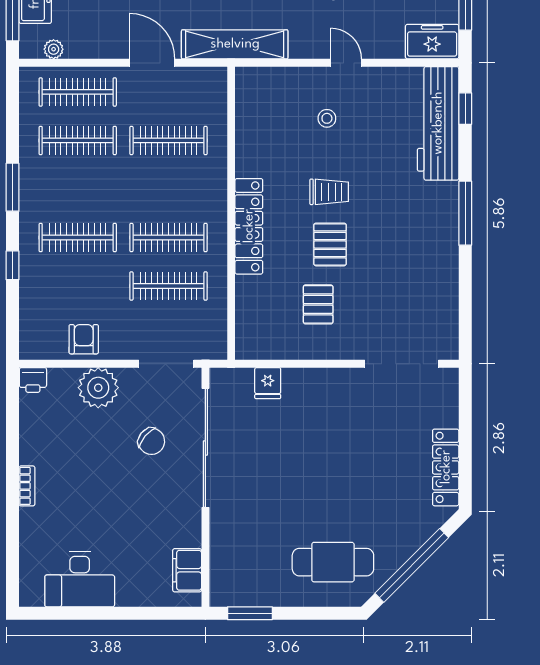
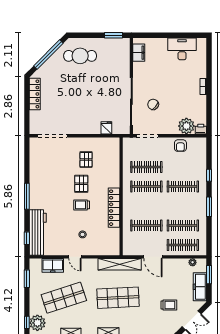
freezer: (432, 42) -> (53, 265), moved
locker: (249, 226) -> (114, 208), moved
plant: (98, 388) -> (186, 126), moved

